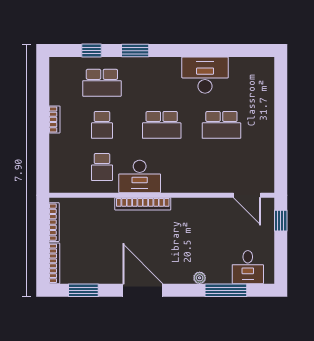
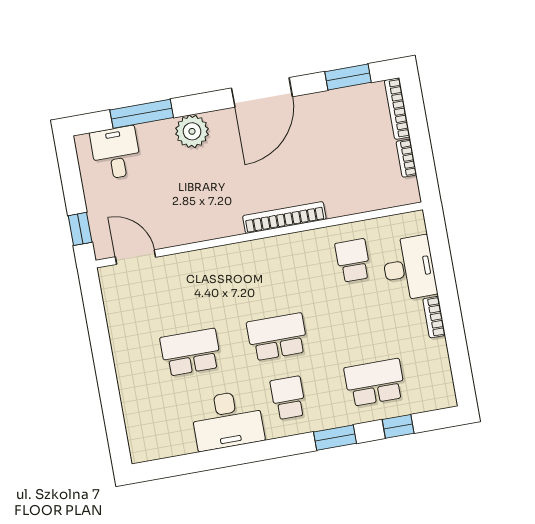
school desk: (102, 125) -> (288, 398), moved
desk: (140, 176) -> (409, 268), moved, turned 90
bookcase: (54, 222) -> (406, 158), width x0.64
plant: (200, 278) -> (192, 131), width x1.87, depth x1.87
door: (143, 290) -> (262, 92), hinge flipped

